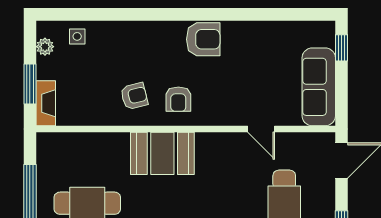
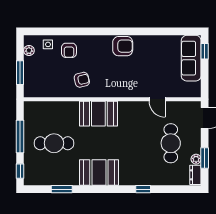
sofa: (319, 87) -> (191, 58), moved
armchair: (178, 99) -> (69, 50), moved
fireplace: (46, 103) -> (29, 84), removed

